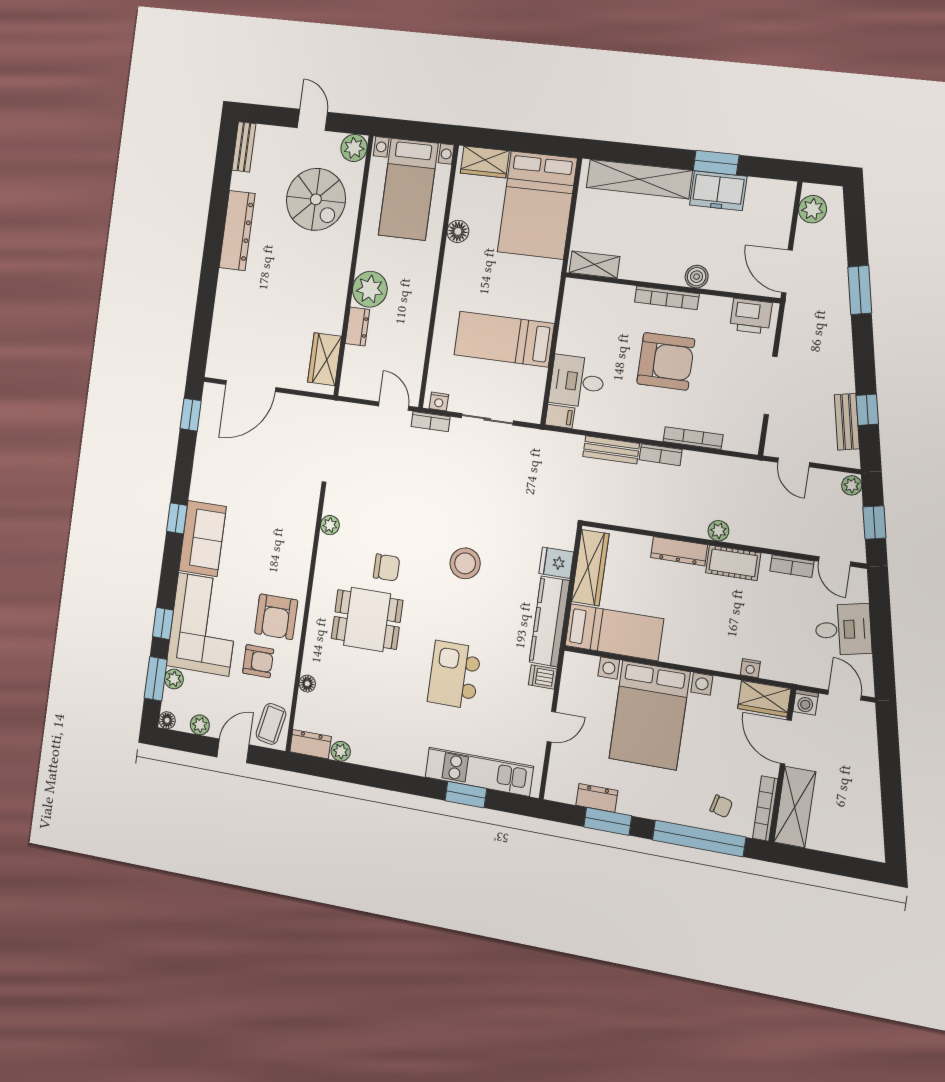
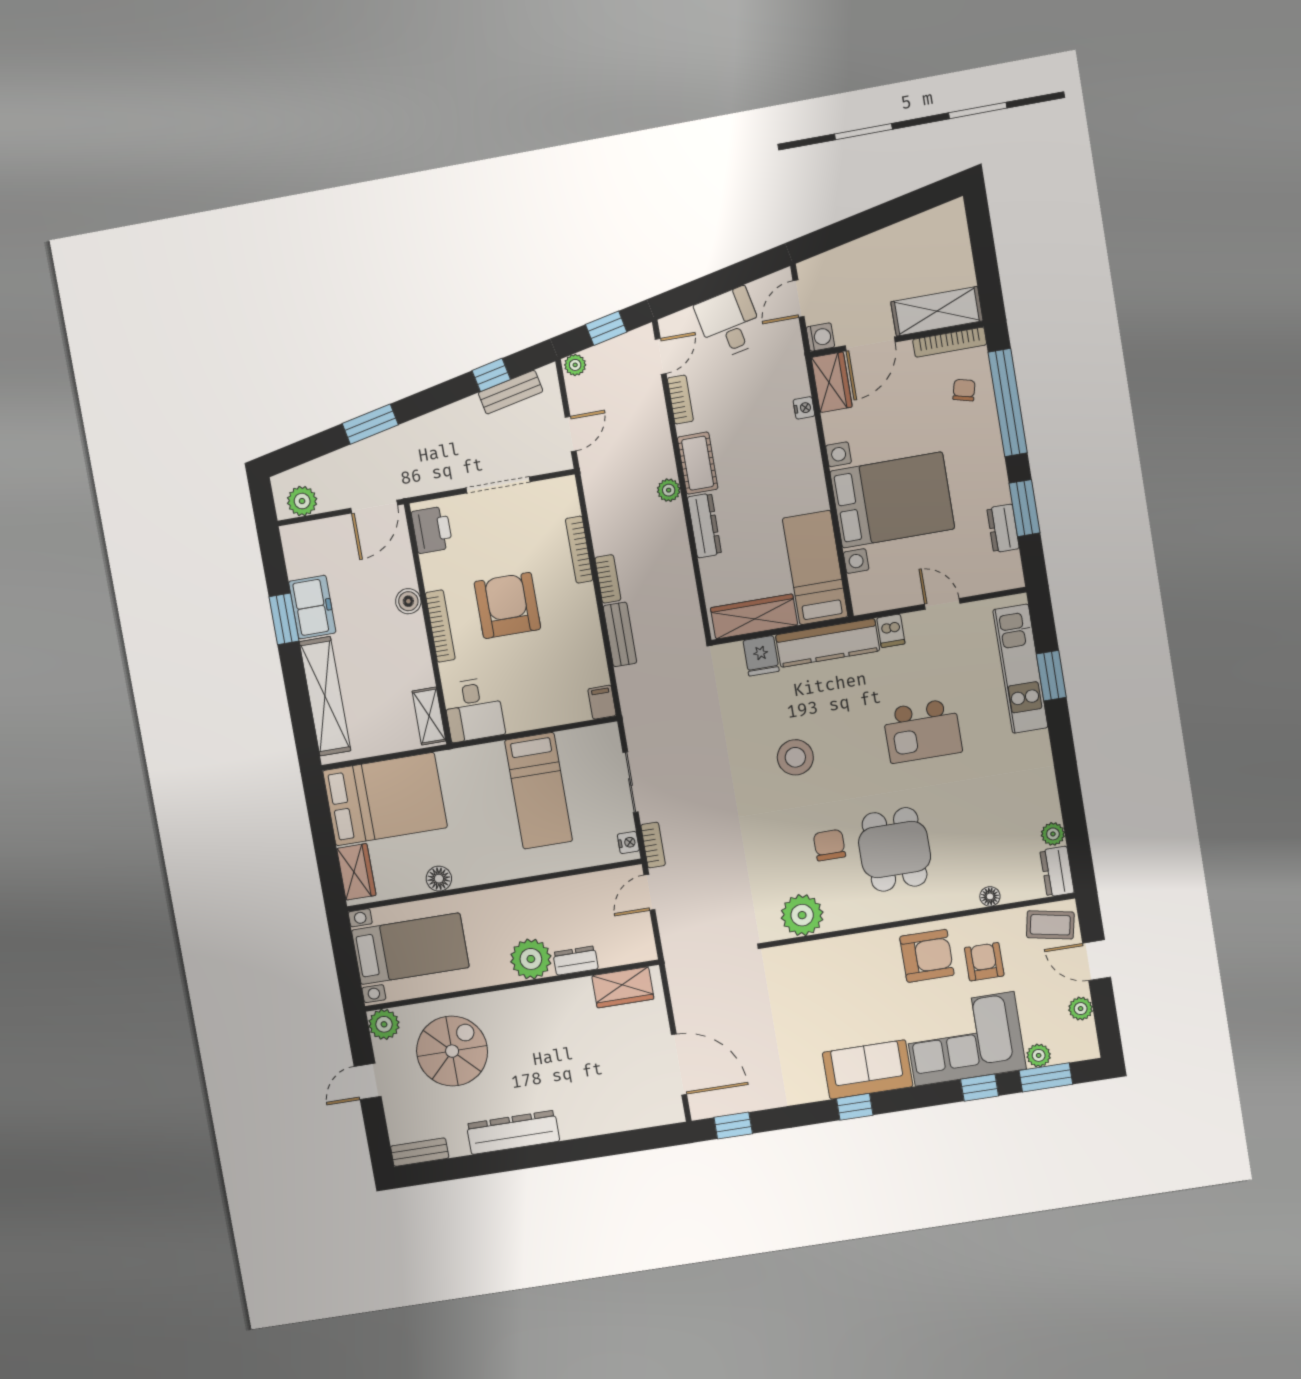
desk: (577, 381) -> (474, 710), moved
plant: (330, 525) -> (802, 915), width x1.87, depth x1.87
floor lamp: (167, 720) -> (1089, 1049), removed

